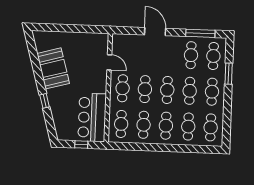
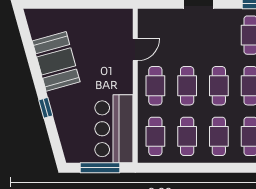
door: (109, 62) -> (135, 50), hinge flipped
window: (81, 145) -> (100, 168), width x2.17

